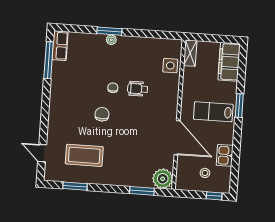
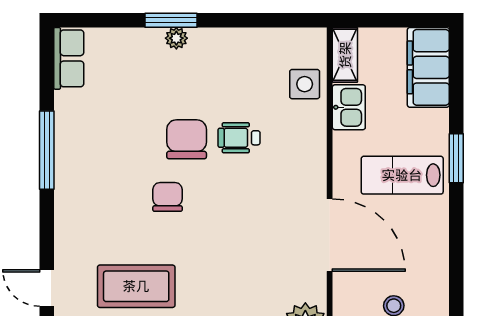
window: (49, 60) -> (47, 150), moved
chair: (113, 88) -> (187, 139), width x1.87, depth x1.87
kitchen sink: (225, 155) -> (349, 107), moved, turned 180

